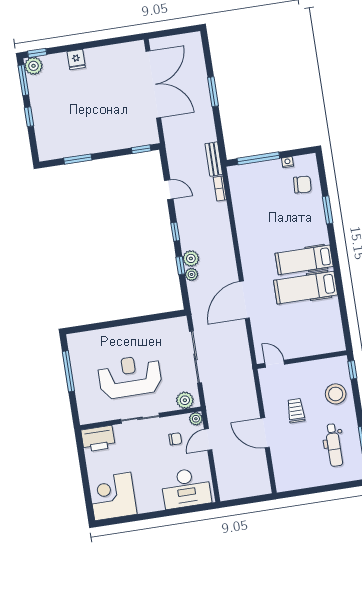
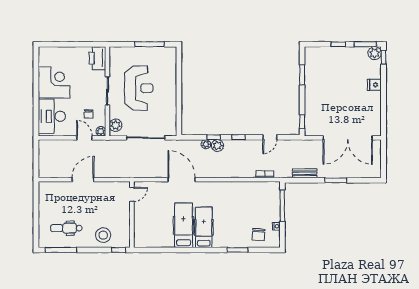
bench: (214, 159) -> (305, 173), moved
trolley: (296, 411) -> (96, 204), removed
corner desk: (113, 496) -> (54, 82), moved

